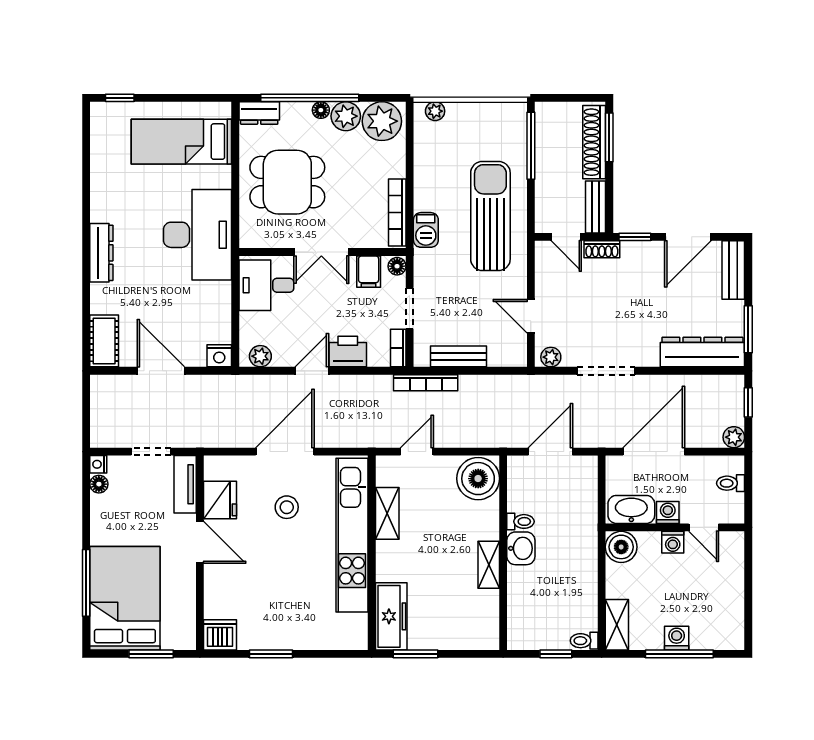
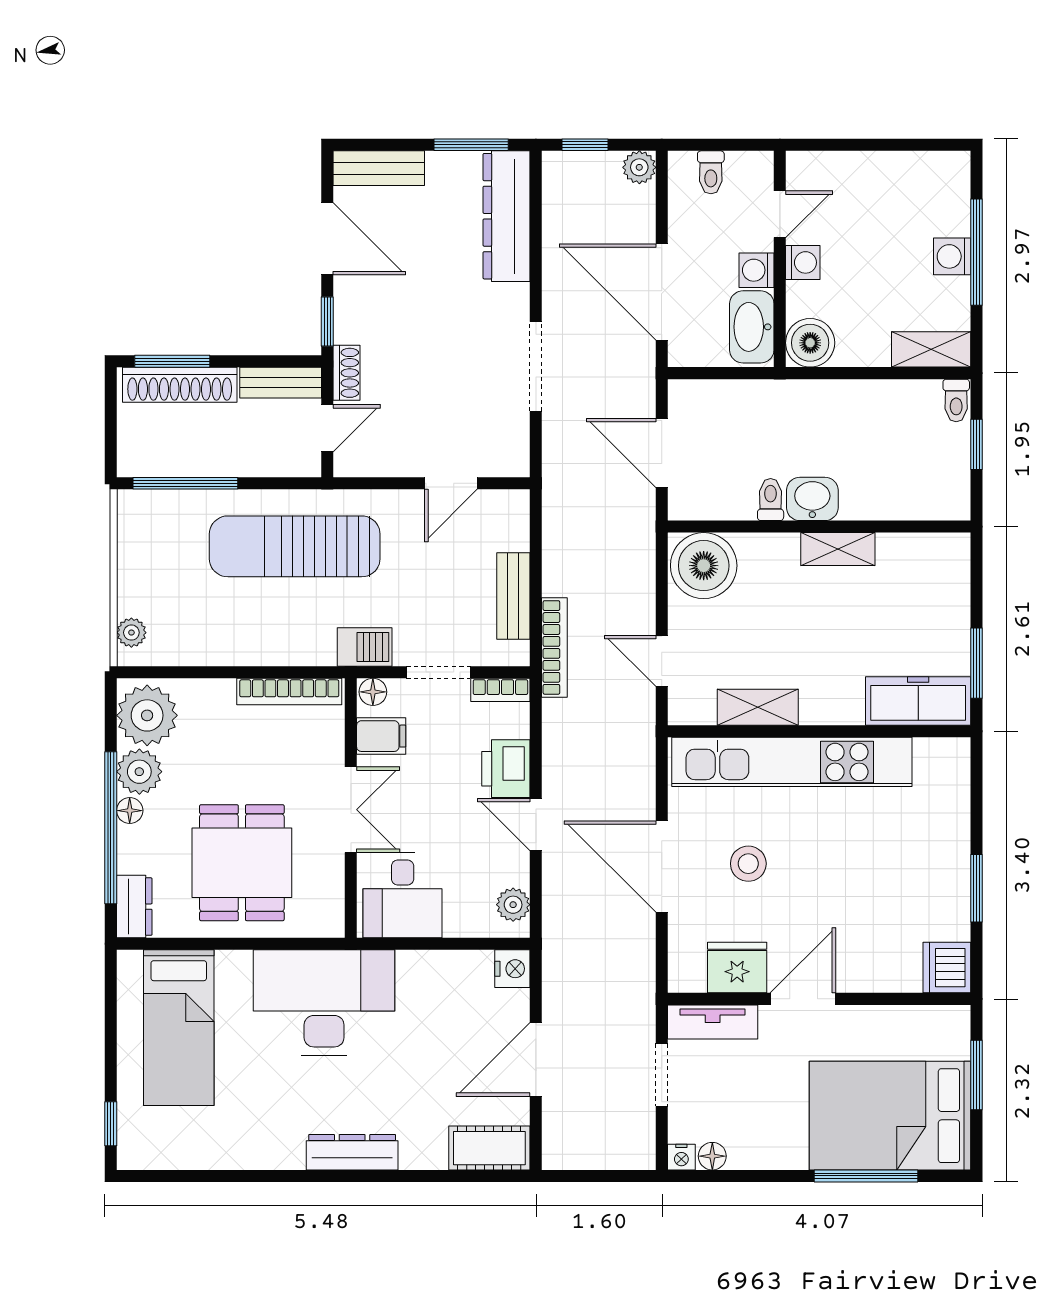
barbecue: (426, 230) -> (365, 647), moved
plant: (551, 357) -> (514, 452), removed

